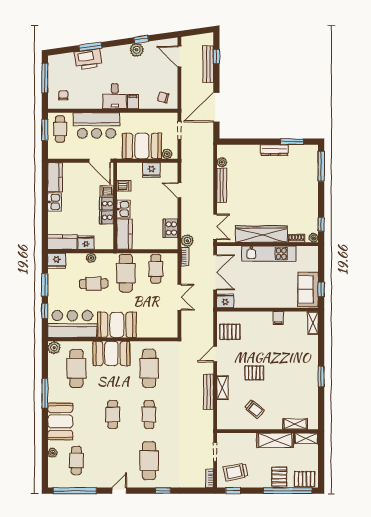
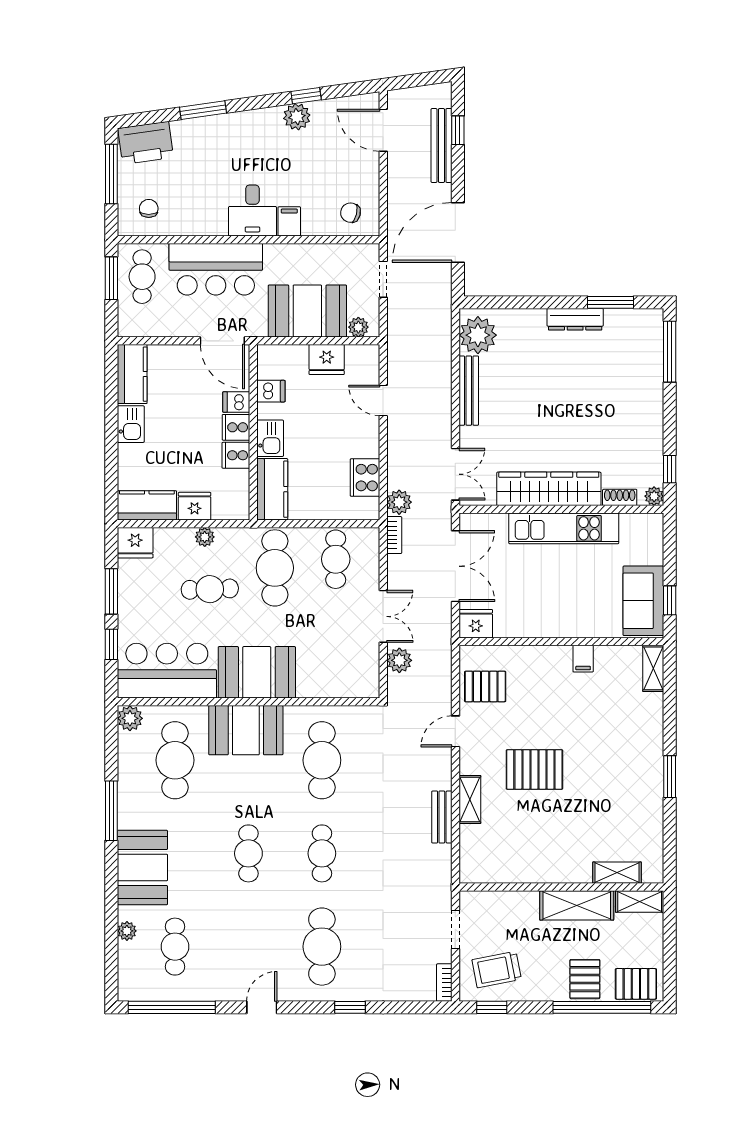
printer: (88, 59) -> (146, 143), moved
plant: (222, 162) -> (478, 335), width x1.87, depth x1.87
plant: (187, 319) -> (399, 660), added
pallet: (254, 373) -> (534, 769), width x1.50, depth x1.42
bench: (208, 392) -> (442, 817), width x0.73
trolley: (255, 409) -> (535, 843), removed

